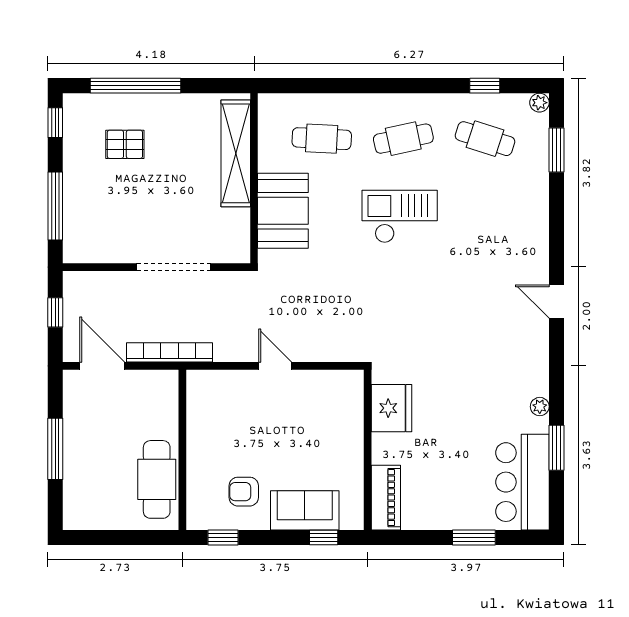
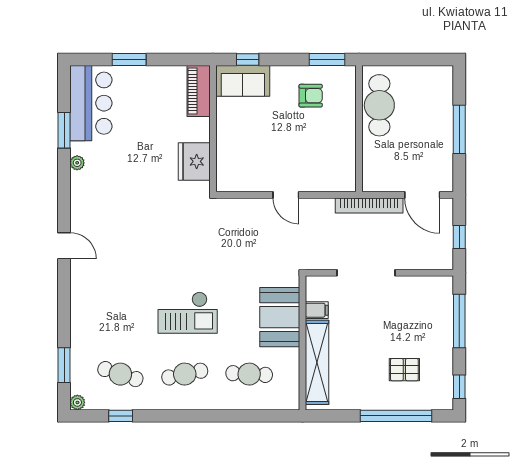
filing cabinet: (236, 220) -> (317, 310), added
sofa: (305, 510) -> (243, 81), moved
window: (223, 537) -> (327, 60), width x1.50

